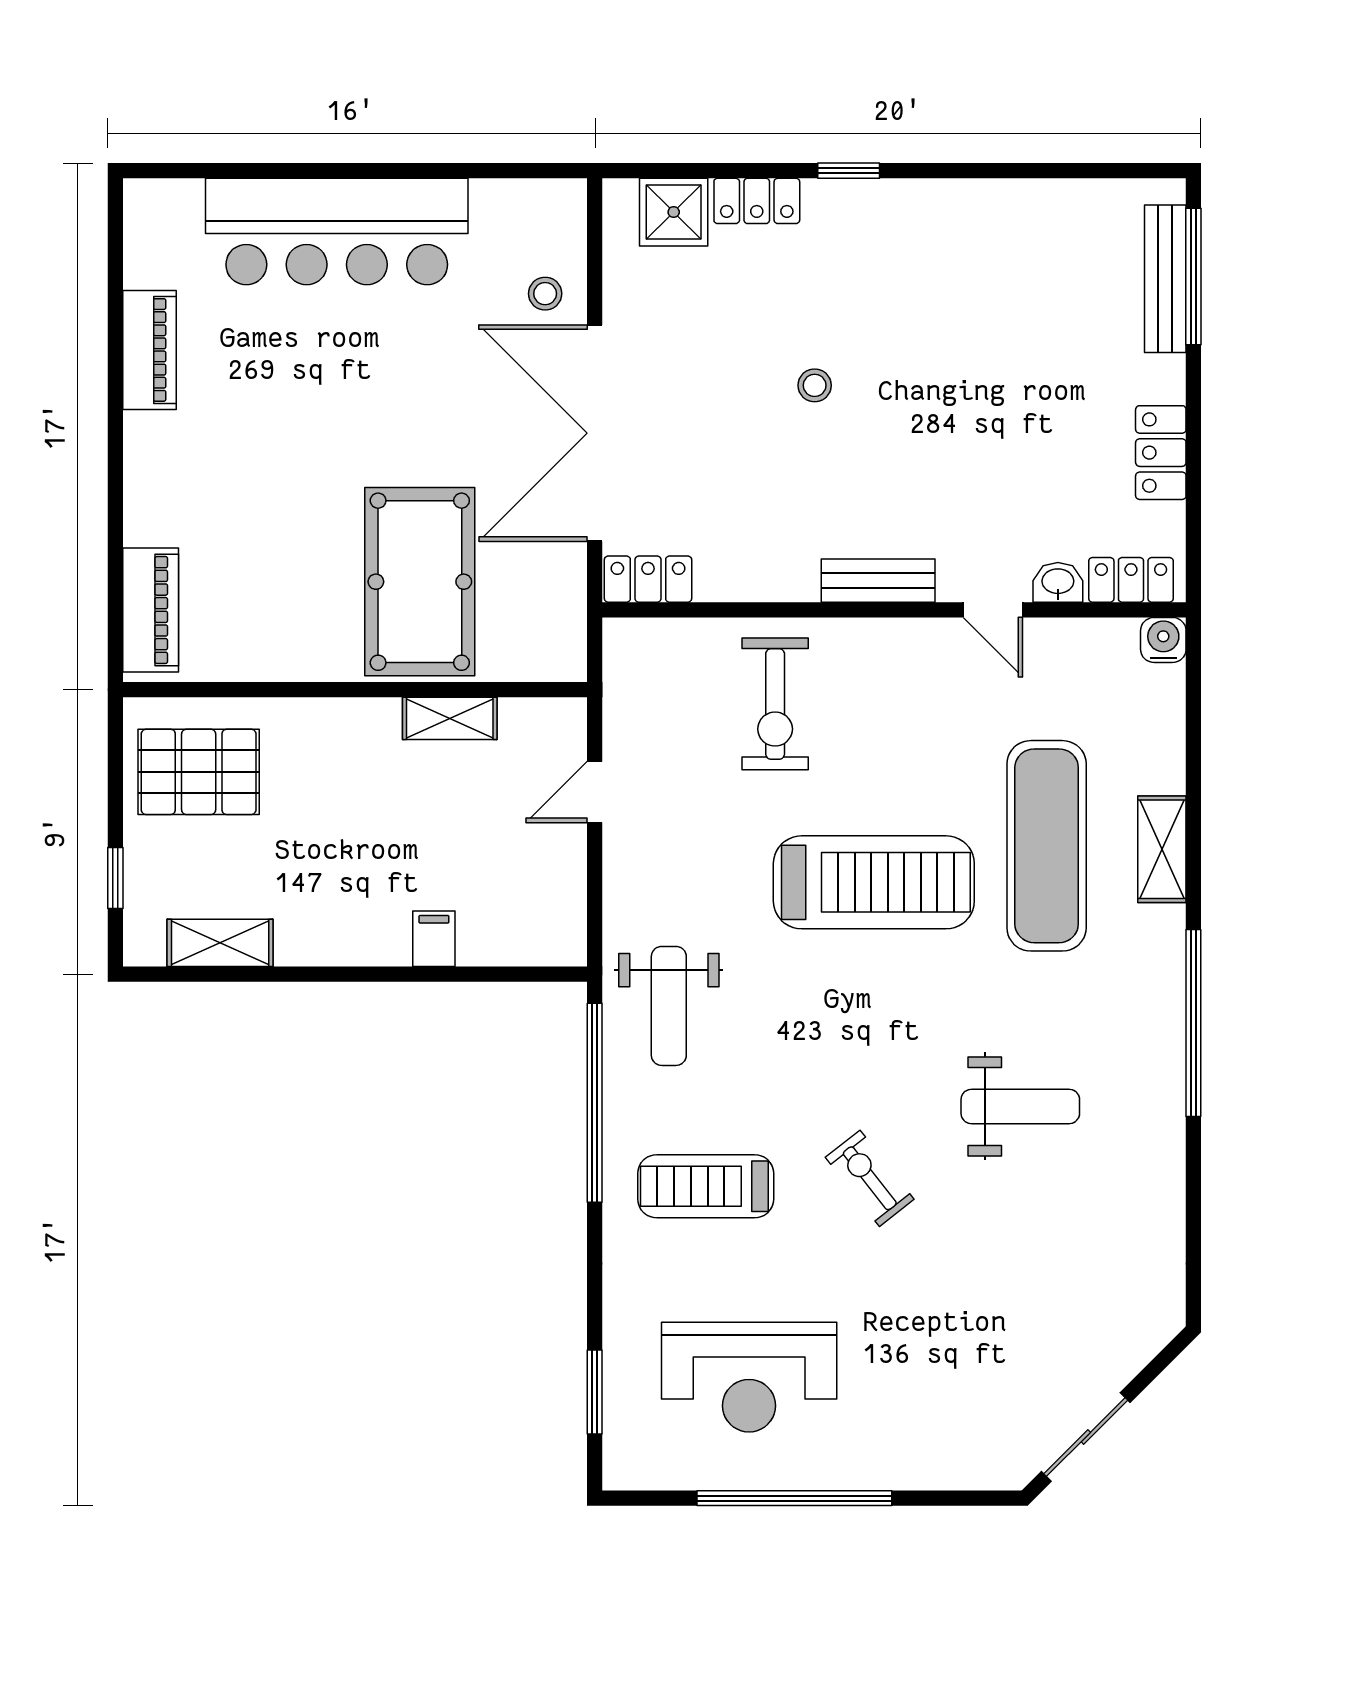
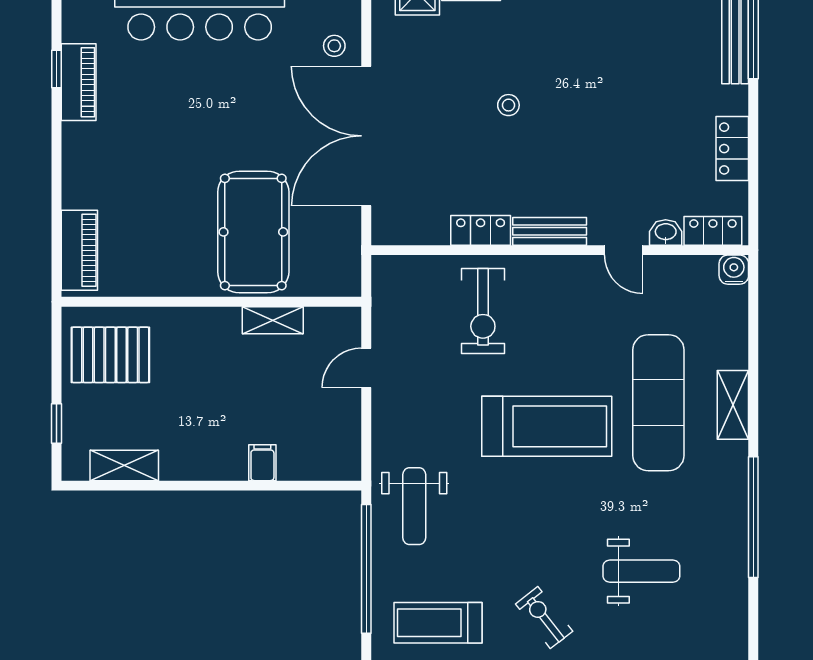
window: (115, 329) -> (57, 69), added
locker: (648, 579) -> (481, 230), moved

